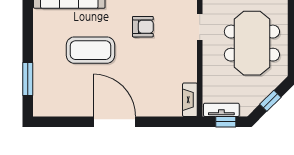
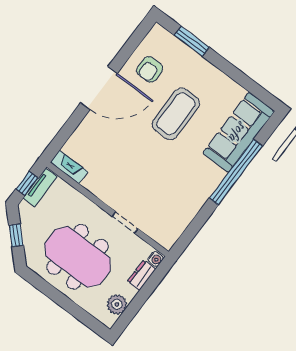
armchair: (143, 27) -> (150, 69), moved

